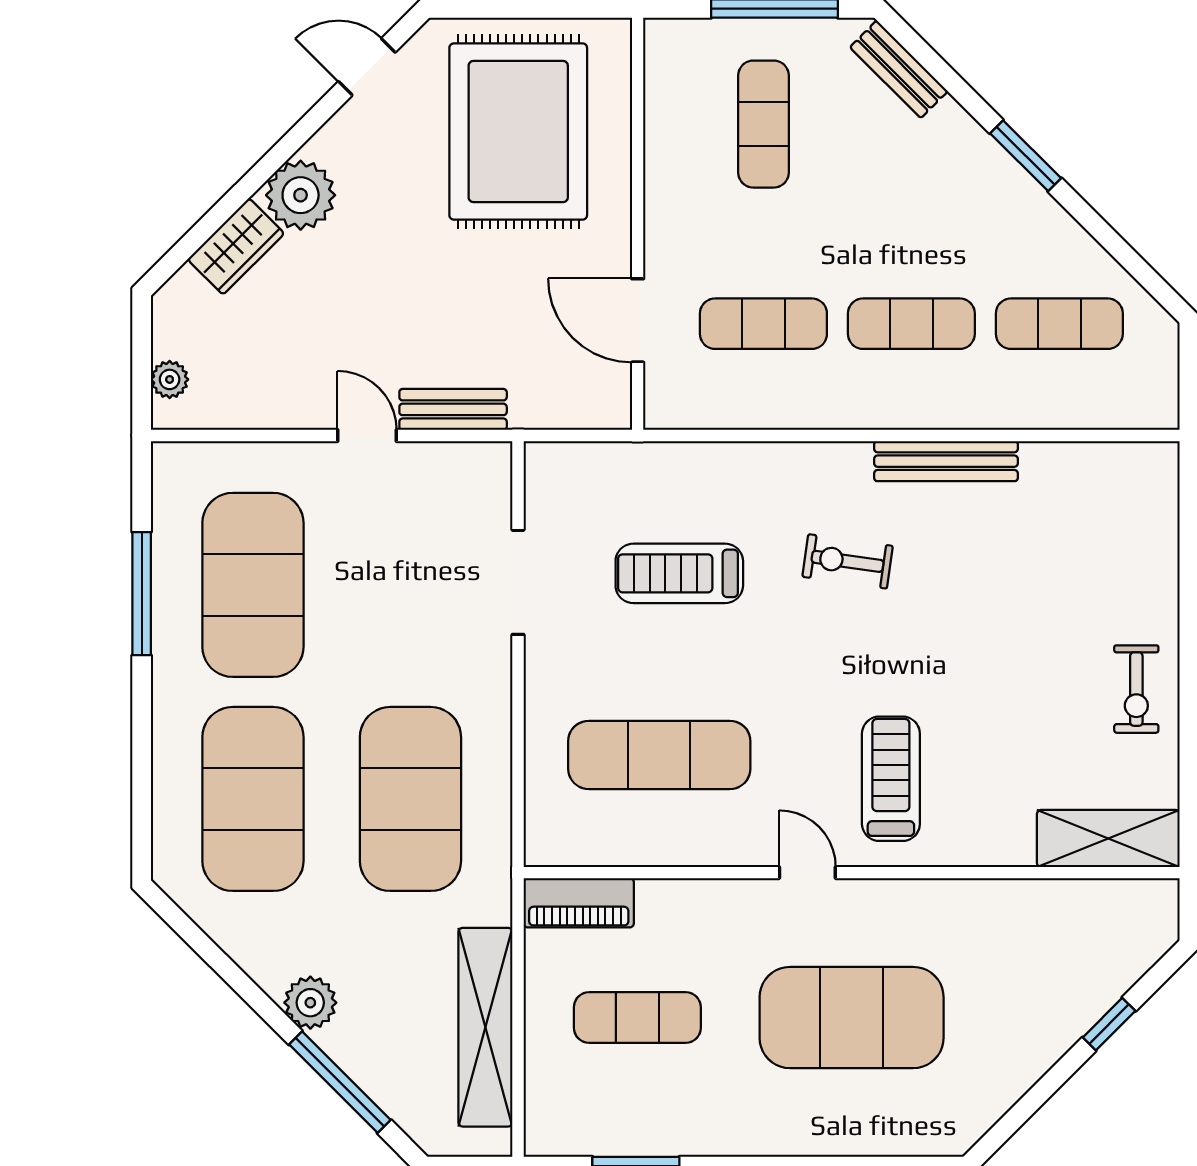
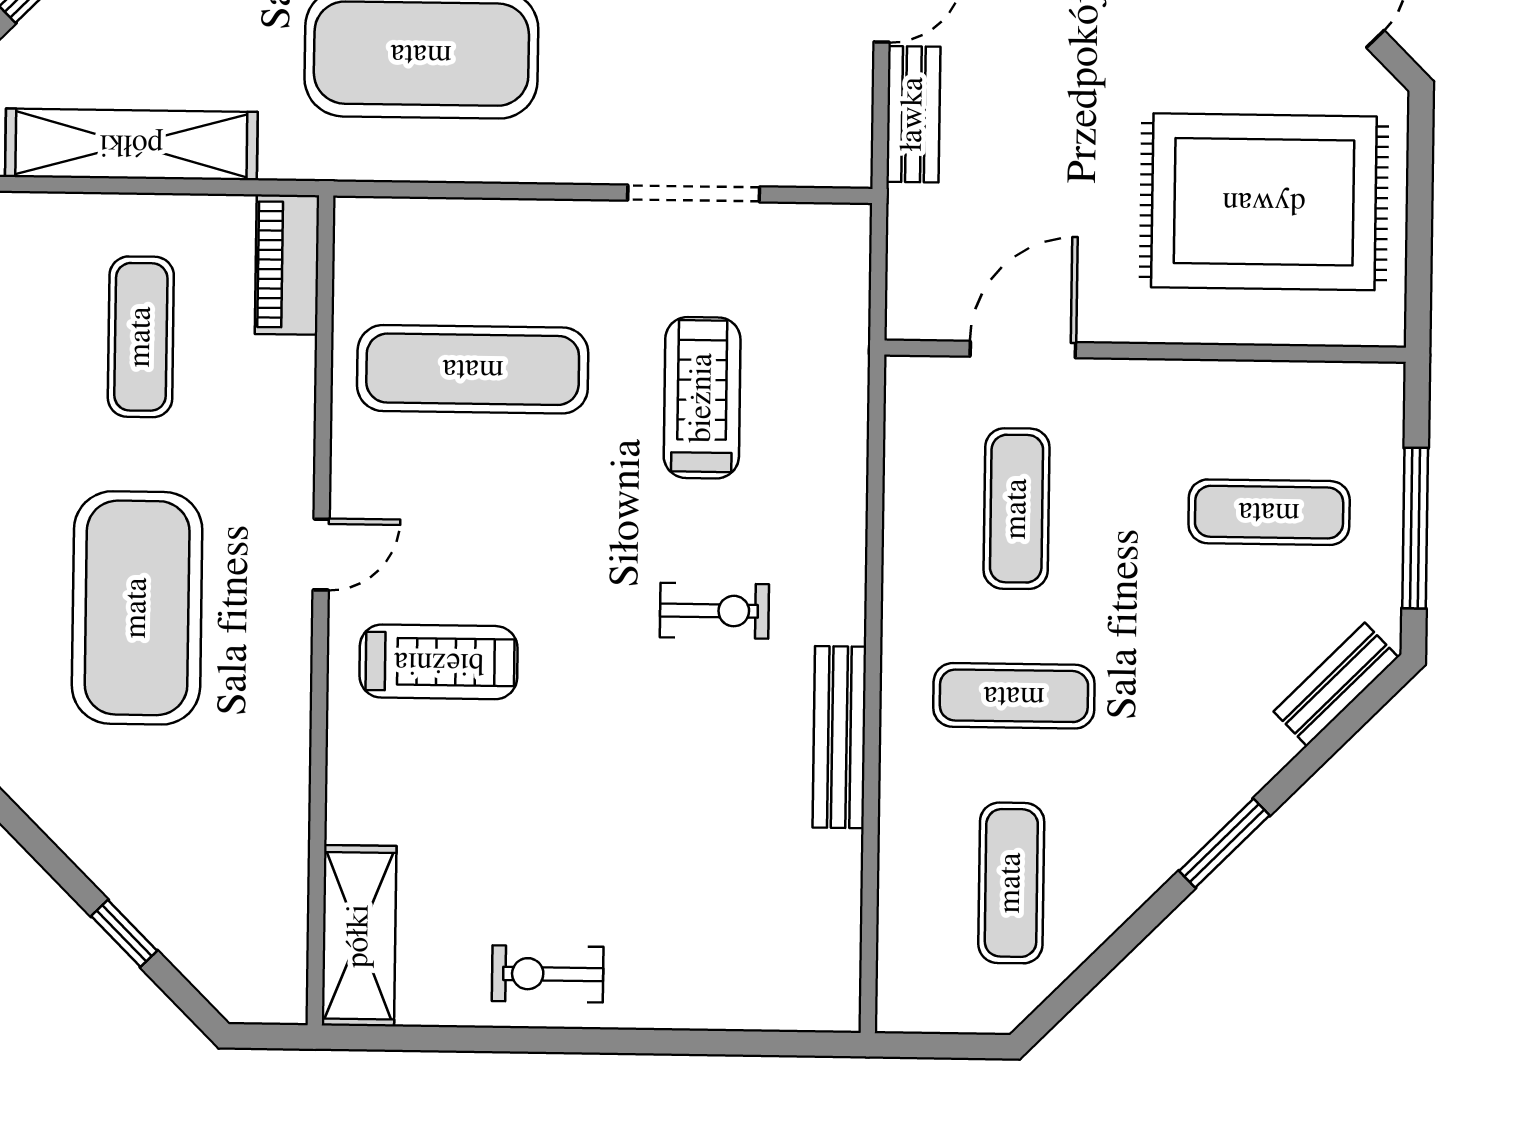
exercise mat: (911, 324) -> (1014, 696), turned 90
exercise bike: (848, 561) -> (714, 611), turned 82
exercise mat: (659, 755) -> (473, 369), turned 90

